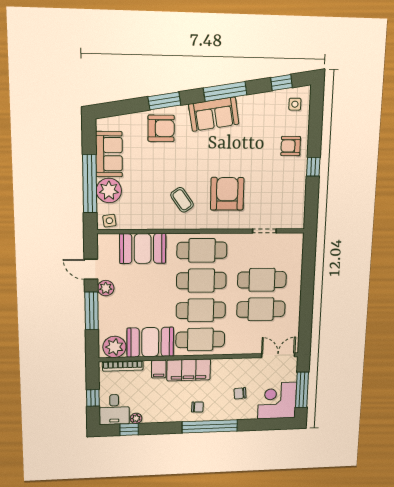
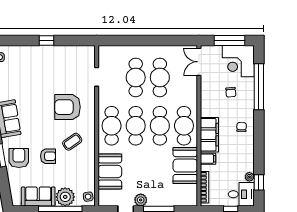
armchair: (291, 146) -> (48, 156), moved, turned -90
plant: (114, 347) -> (189, 194), removed
window: (210, 426) -> (259, 87), moved

